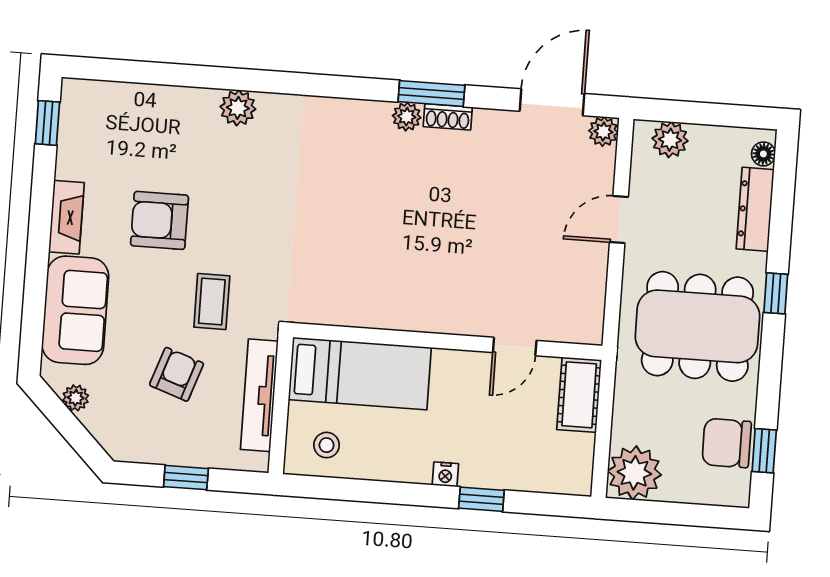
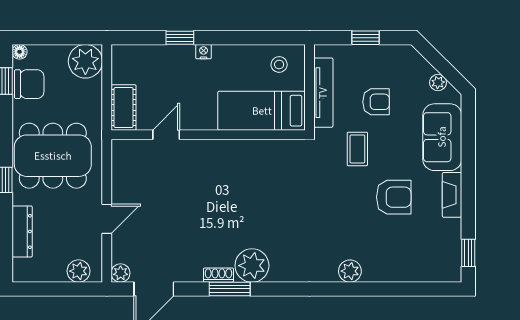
plant: (407, 117) -> (252, 266), width x1.87, depth x1.87
floor lamp: (763, 154) -> (20, 52), moved
armchair: (177, 374) -> (376, 102), turned -109

